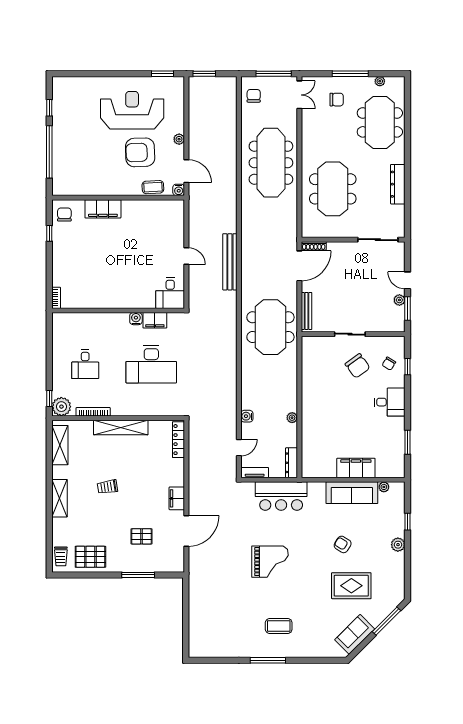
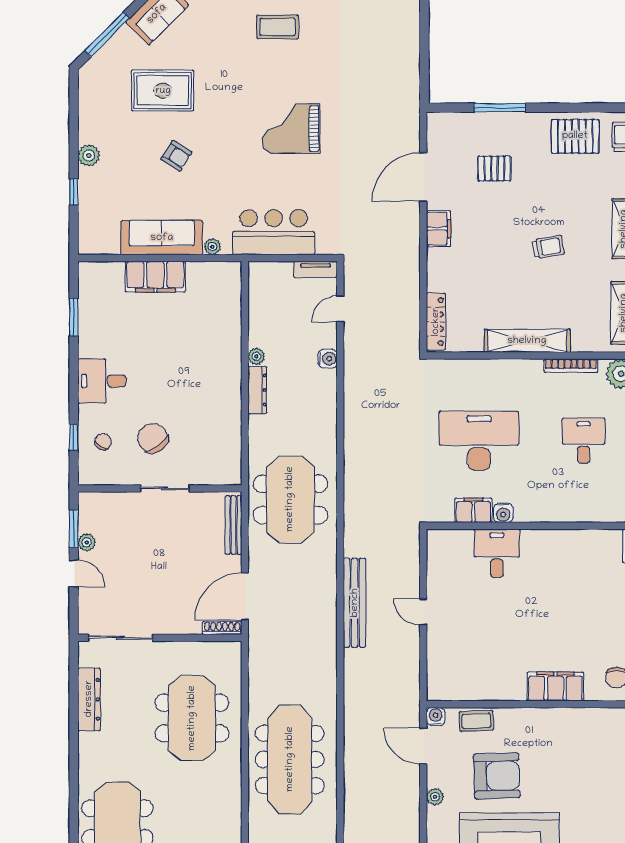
dresser: (398, 184) -> (89, 699), moved
desk: (170, 293) -> (497, 553), moved
dresser: (291, 463) -> (257, 390), moved
plant: (384, 487) -> (212, 247), moved

